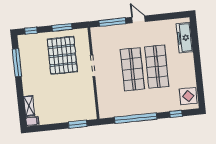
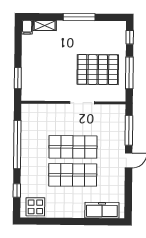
window: (62, 27) -> (129, 73), width x1.44
window: (17, 63) -> (79, 17), moved

